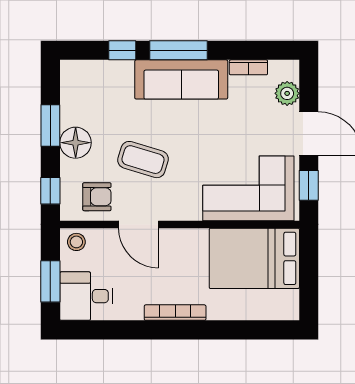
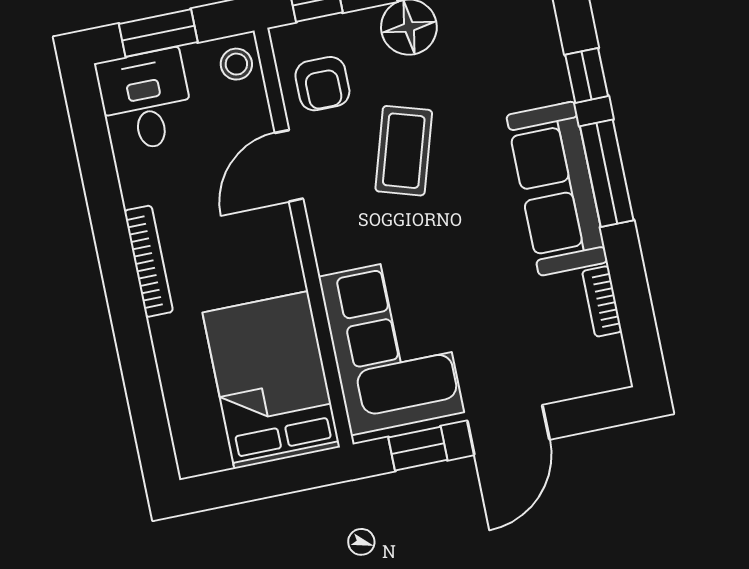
plant: (287, 93) -> (570, 378), removed

